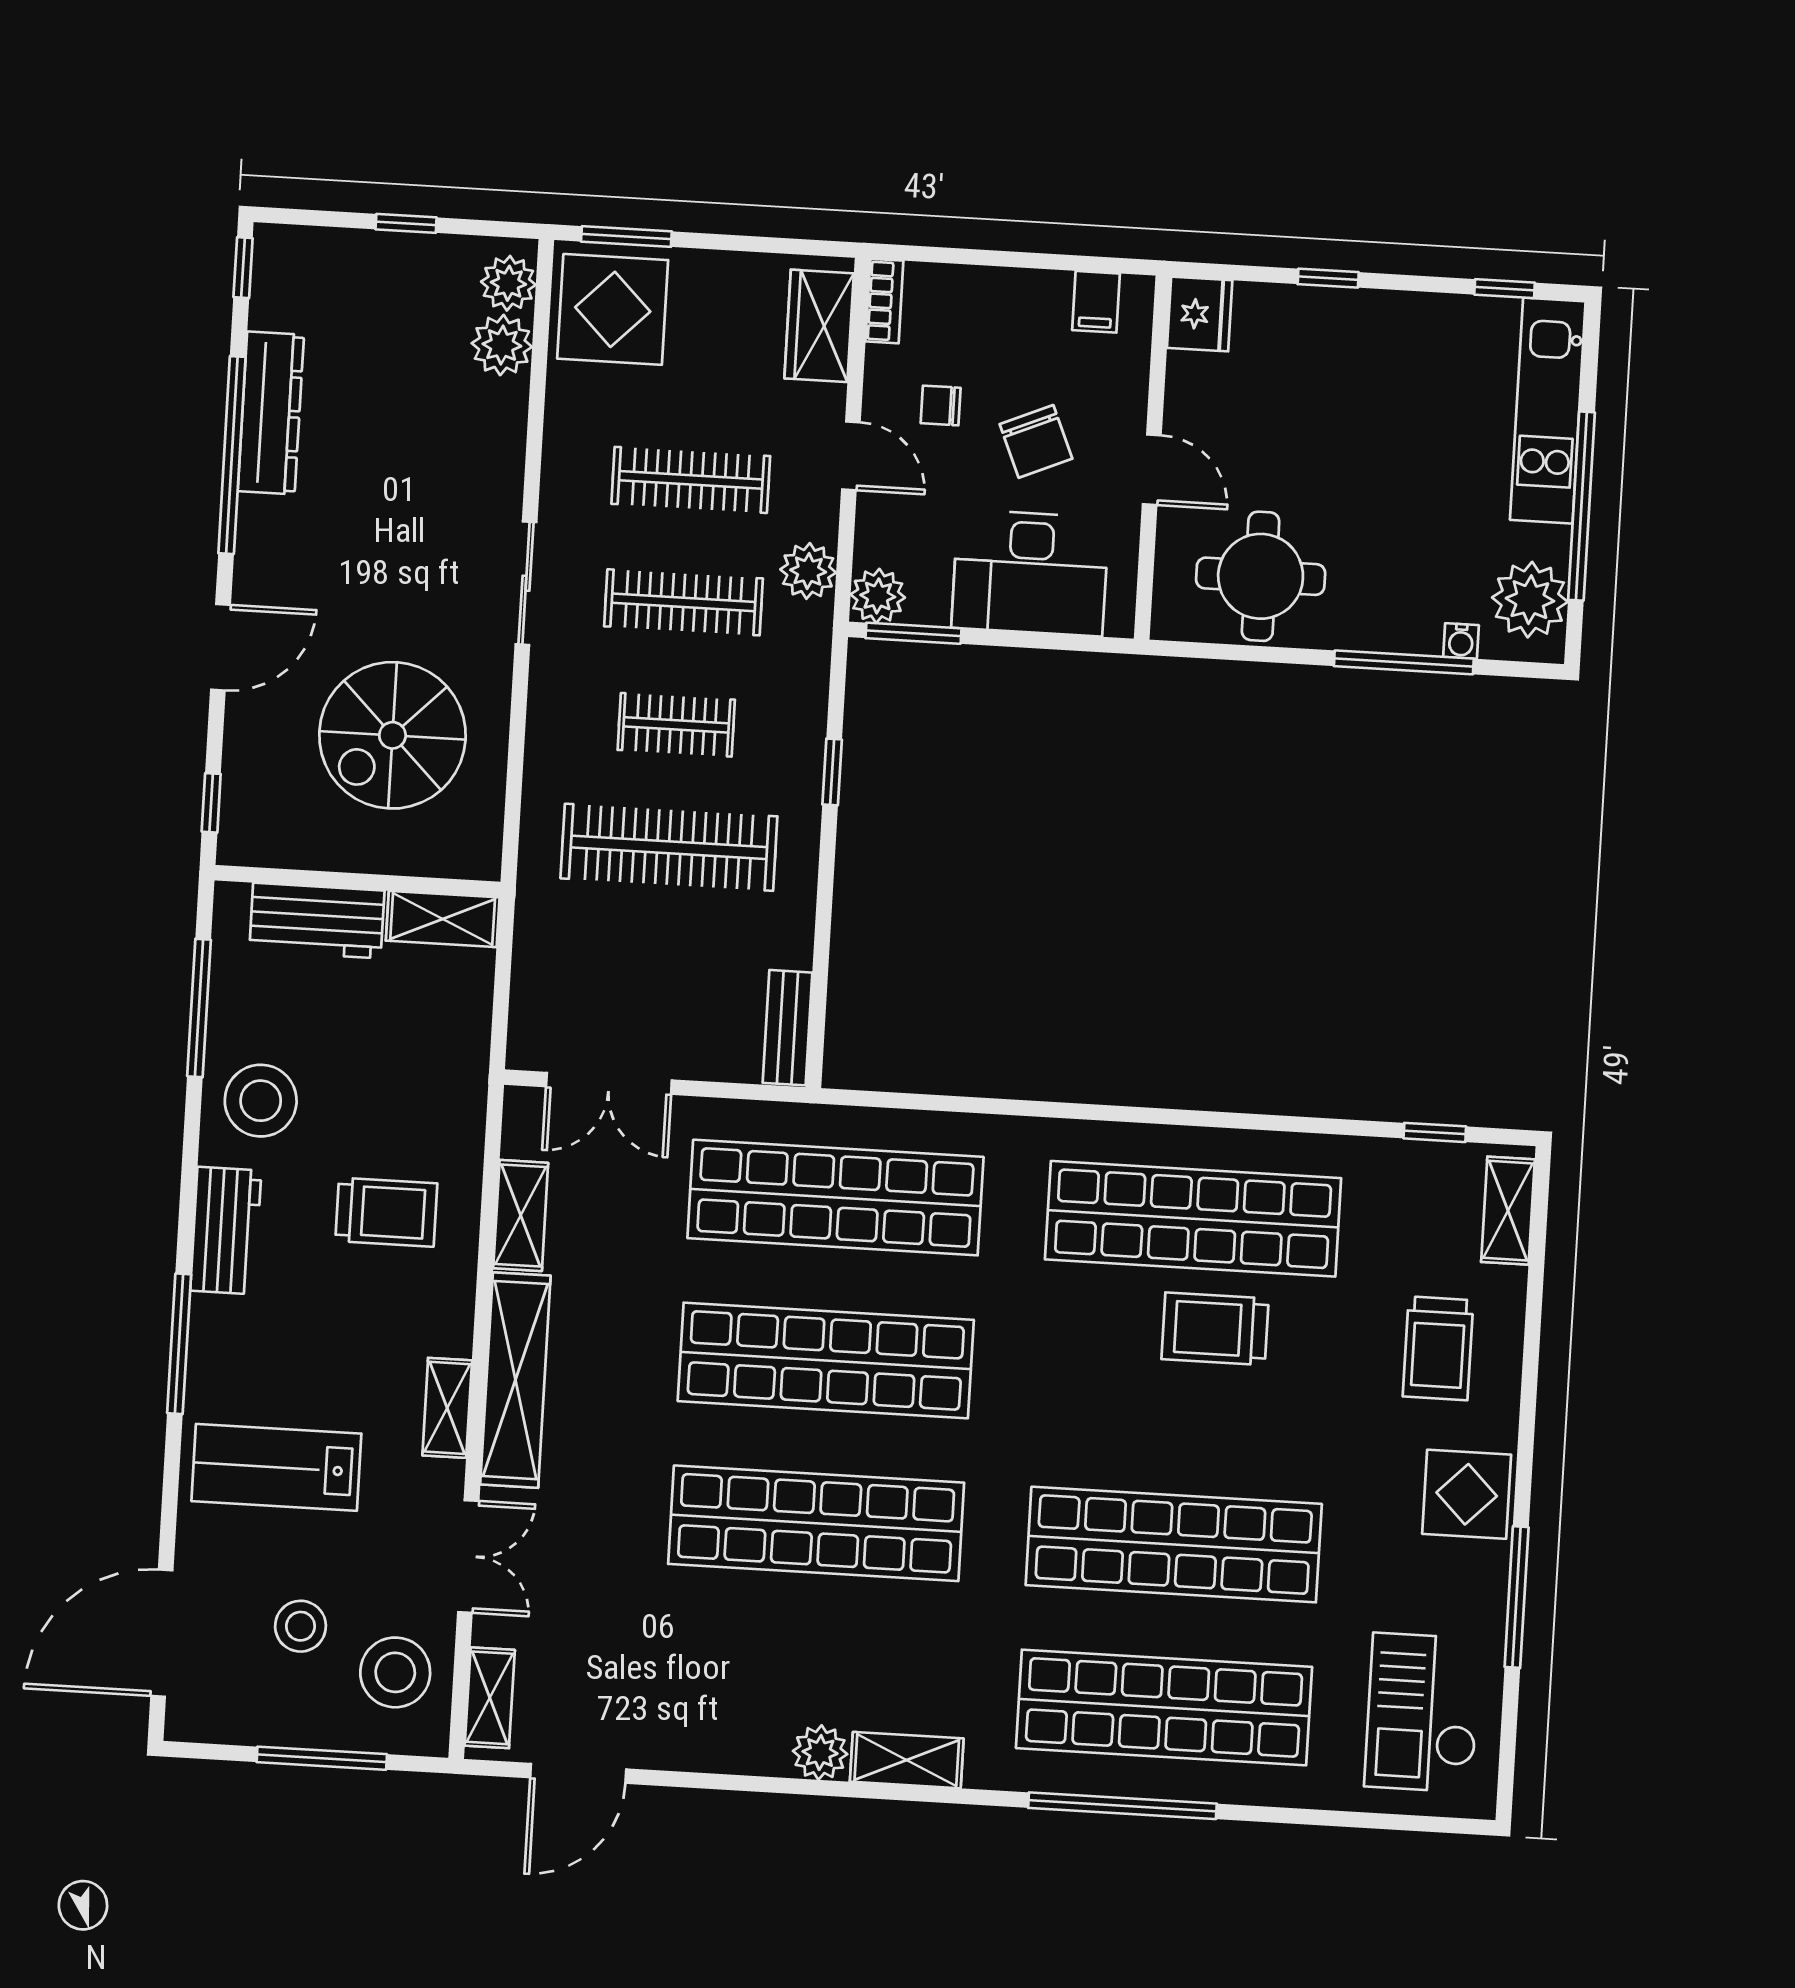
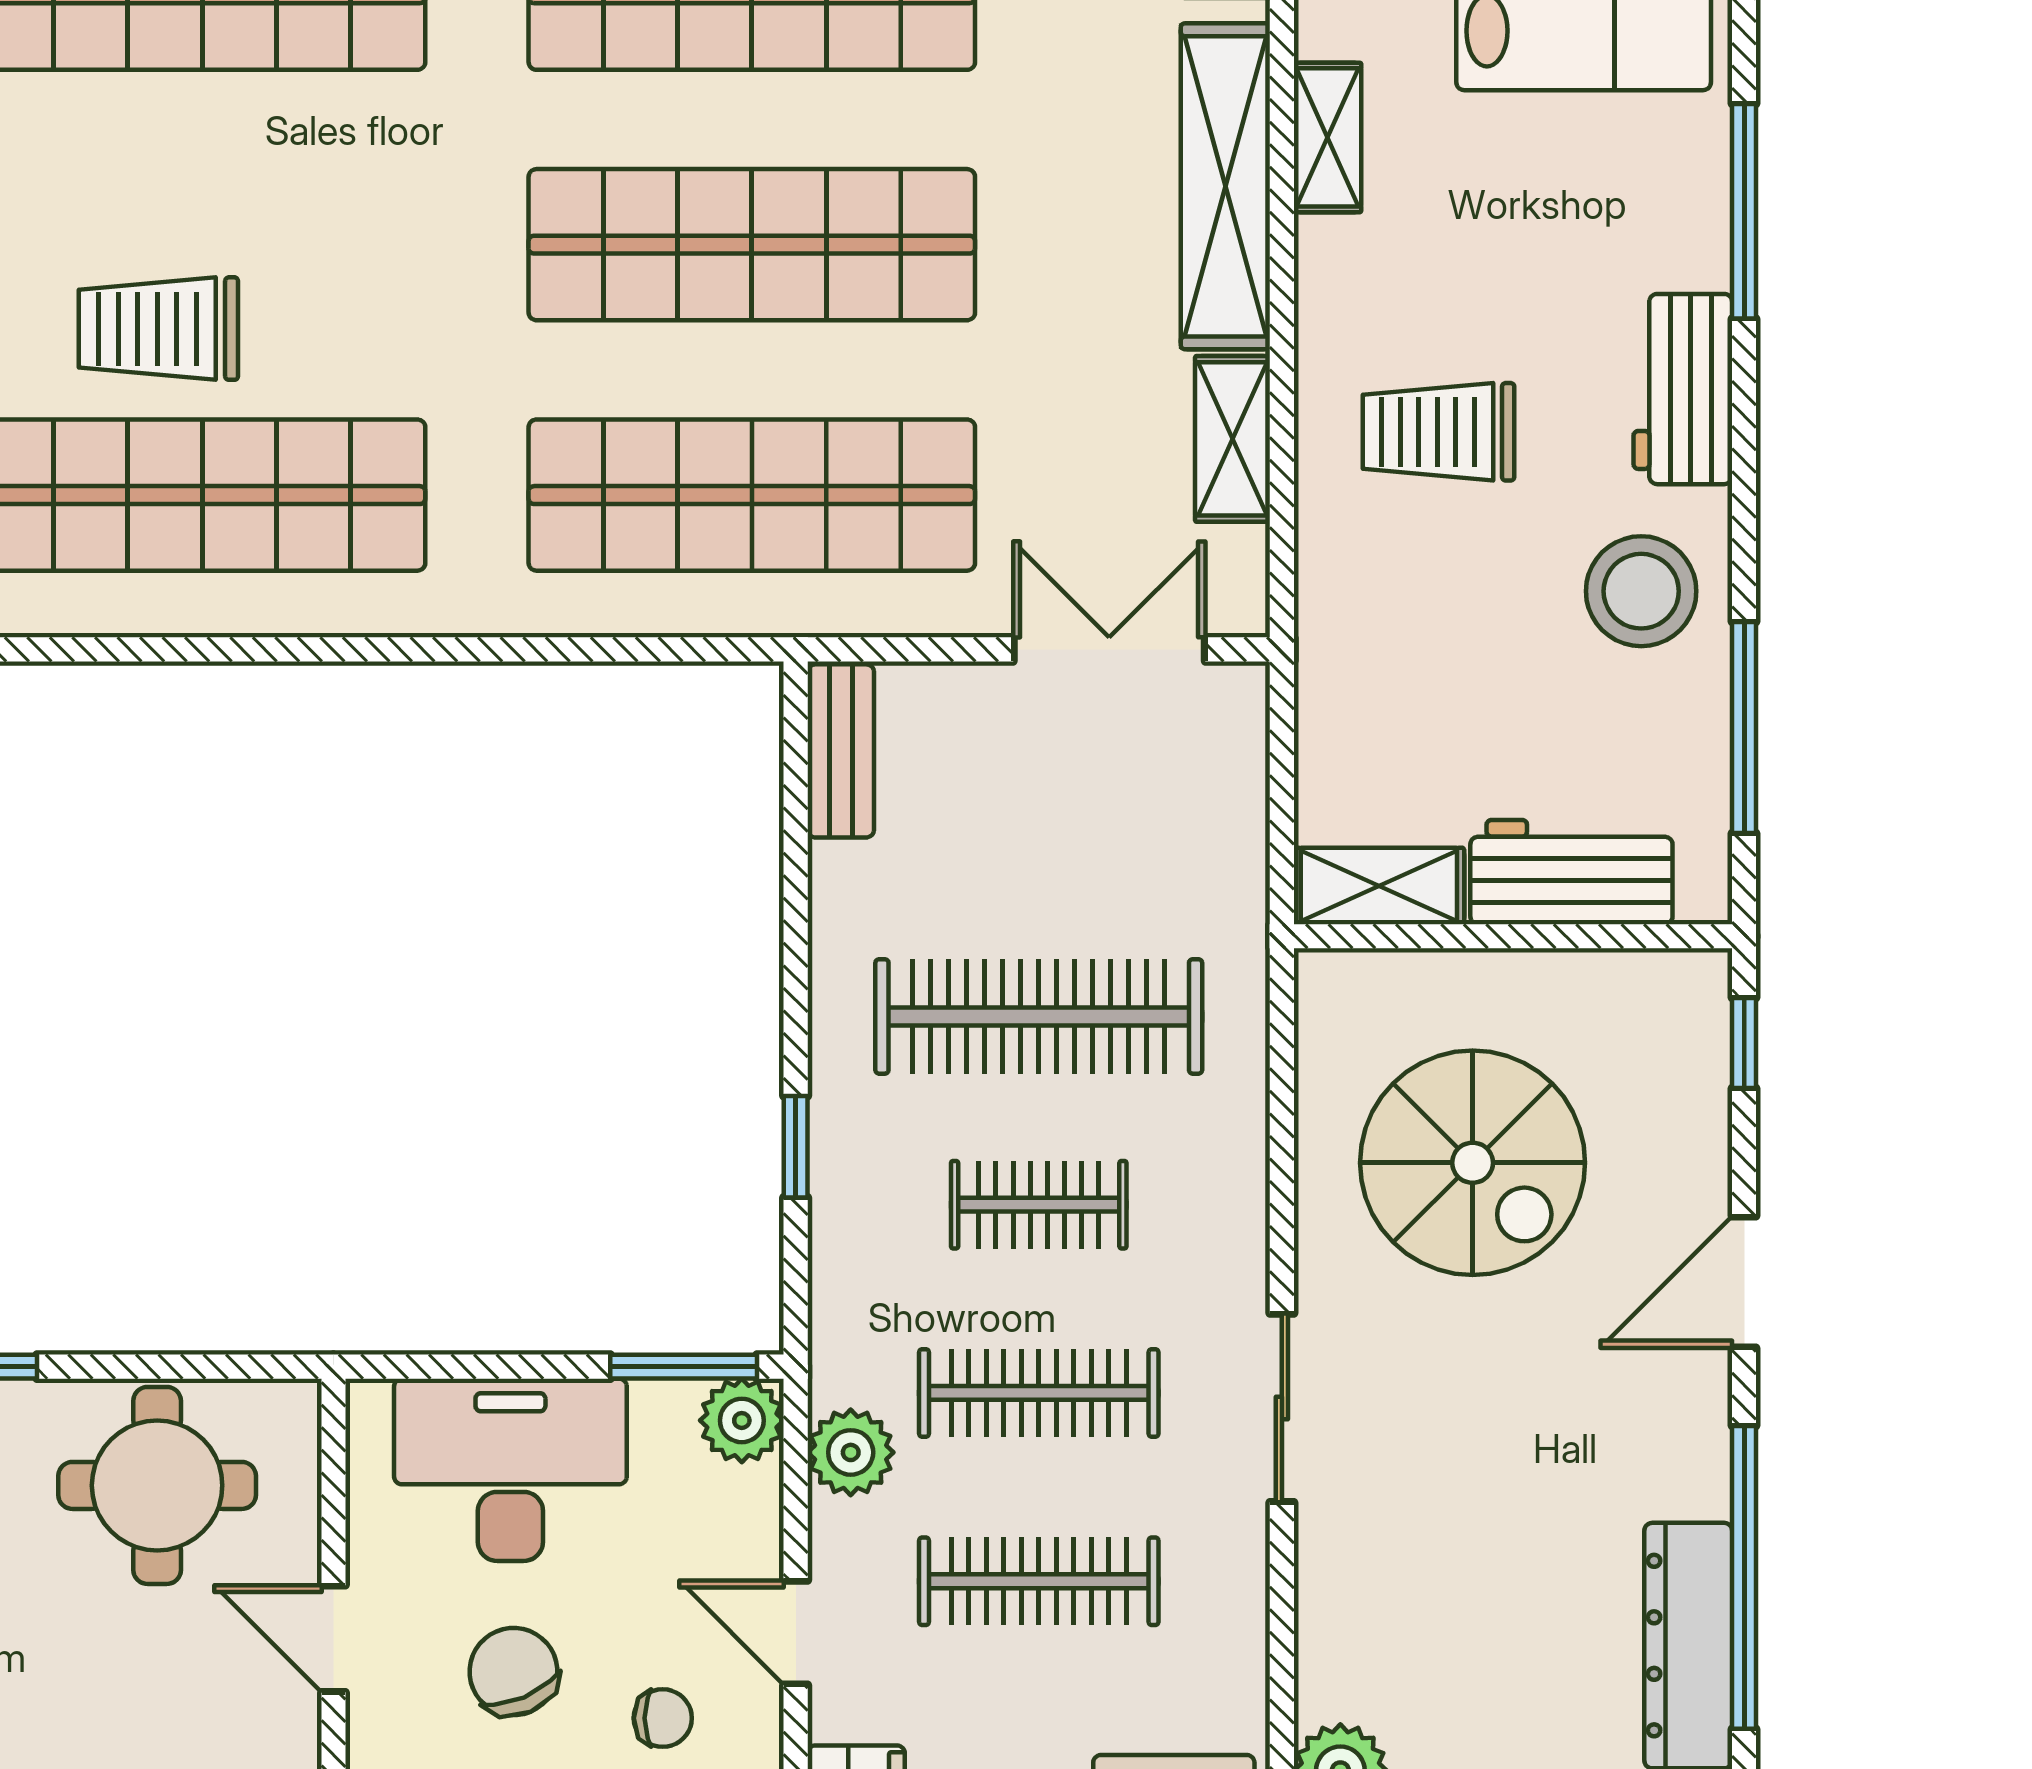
spiral stairs: (392, 735) -> (1473, 1163), turned 90
trolley: (1215, 1329) -> (158, 329), turned 180

